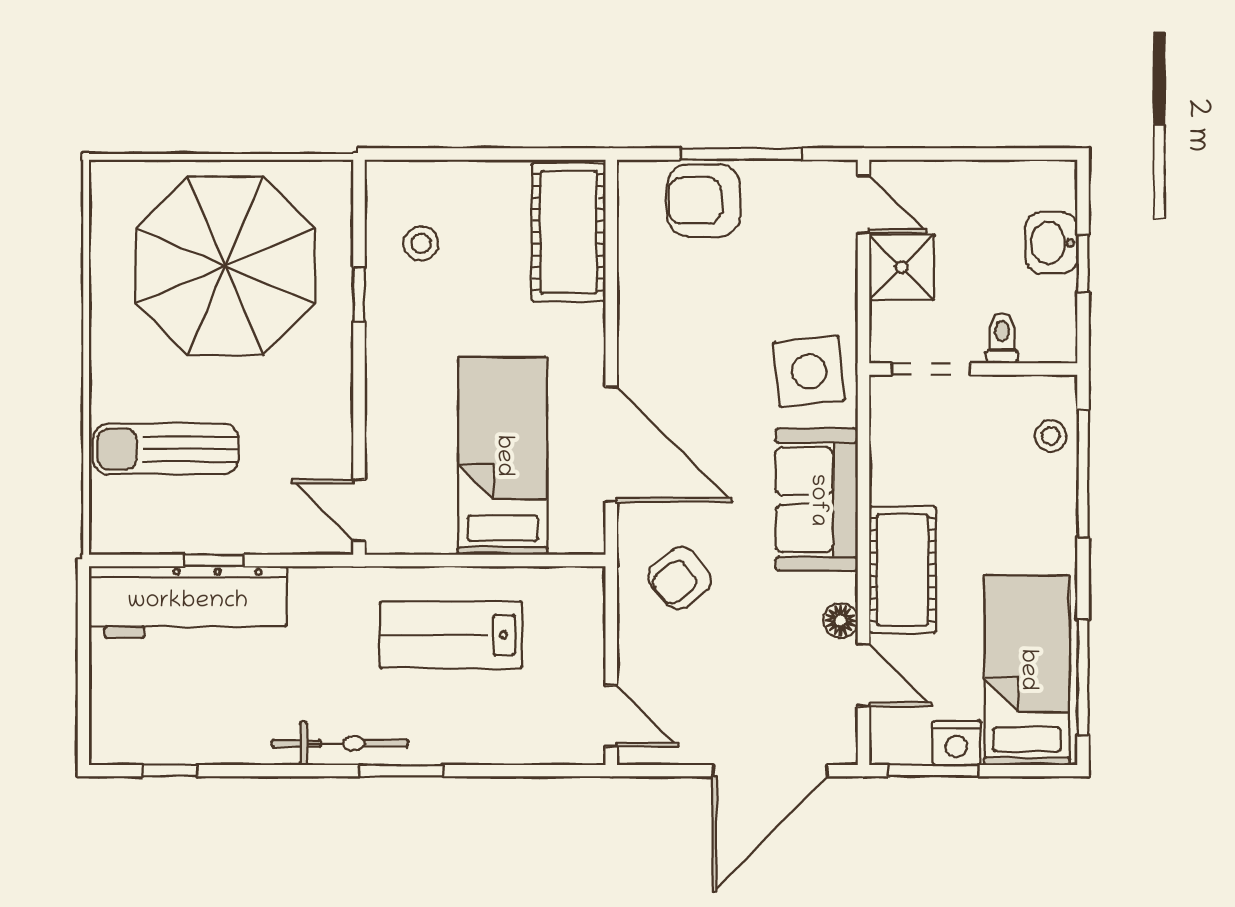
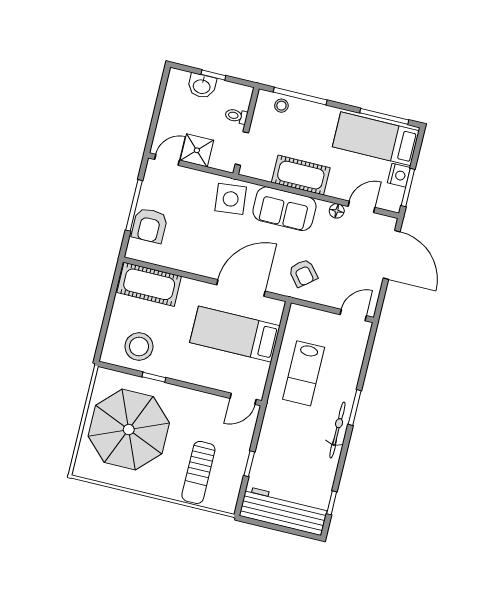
stool: (421, 243) -> (139, 347), width x1.89, depth x1.89
cot: (903, 570) -> (301, 175), moved
workbench: (188, 602) -> (284, 511), moved, turned -90

